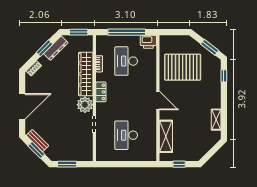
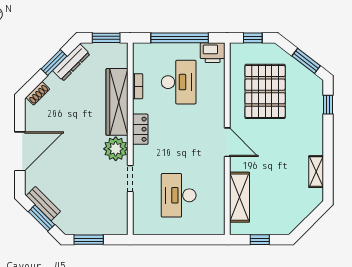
window: (175, 32) -> (253, 38), added
desk: (126, 61) -> (179, 82), turned 180
pallet: (183, 67) -> (265, 91), turned 90

